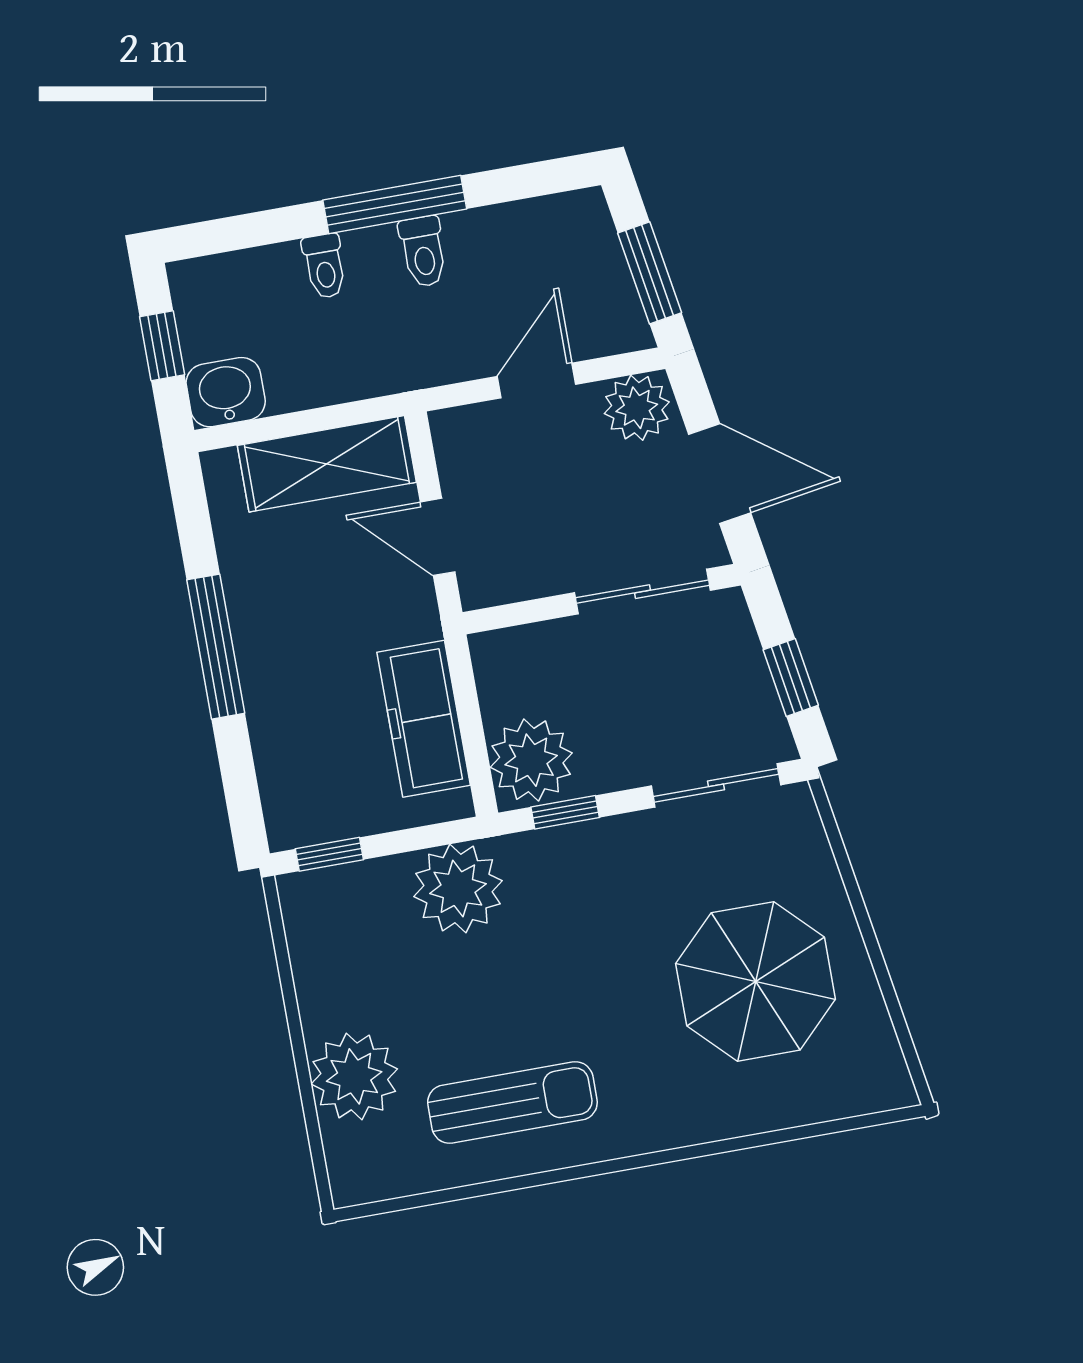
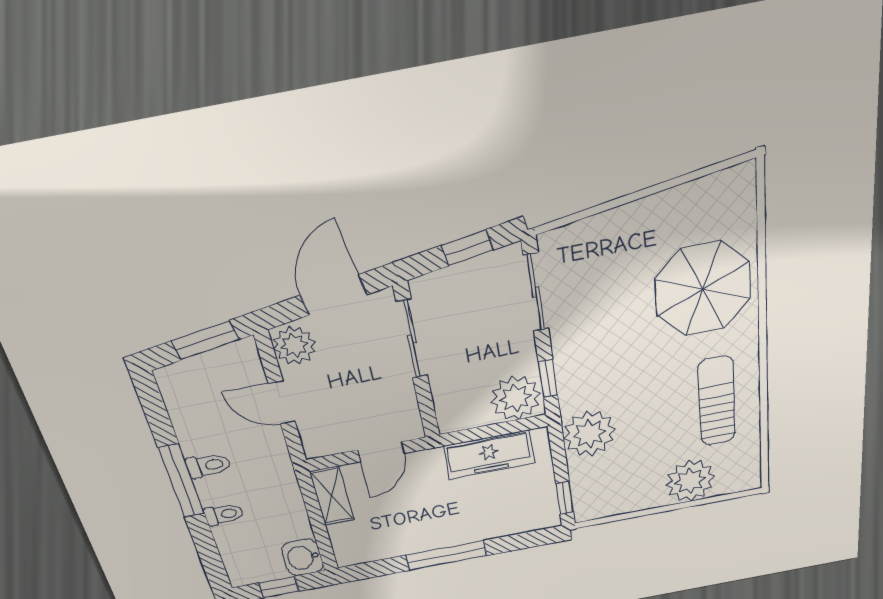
shelving: (327, 464) -> (332, 496), width x0.67, depth x0.75
parasol: (756, 981) -> (703, 289), moved

